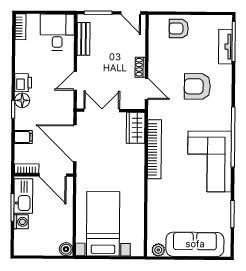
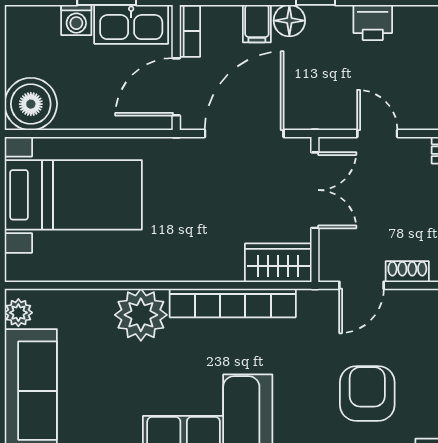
floor lamp: (22, 100) -> (289, 21), moved
plant: (160, 192) -> (141, 315), added
boiler: (66, 249) -> (31, 104), width x1.86, depth x1.86

